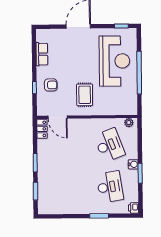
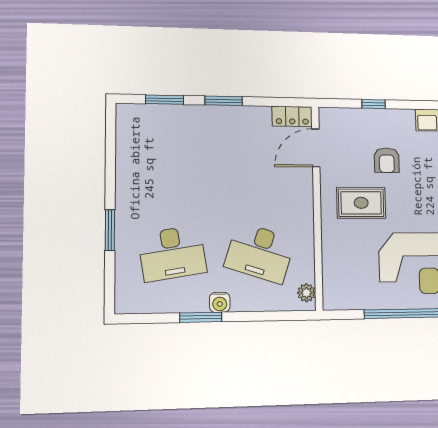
armchair: (51, 85) -> (387, 160), moved
desk: (109, 145) -> (260, 253), turned 39
printer: (134, 208) -> (126, 304), removed

